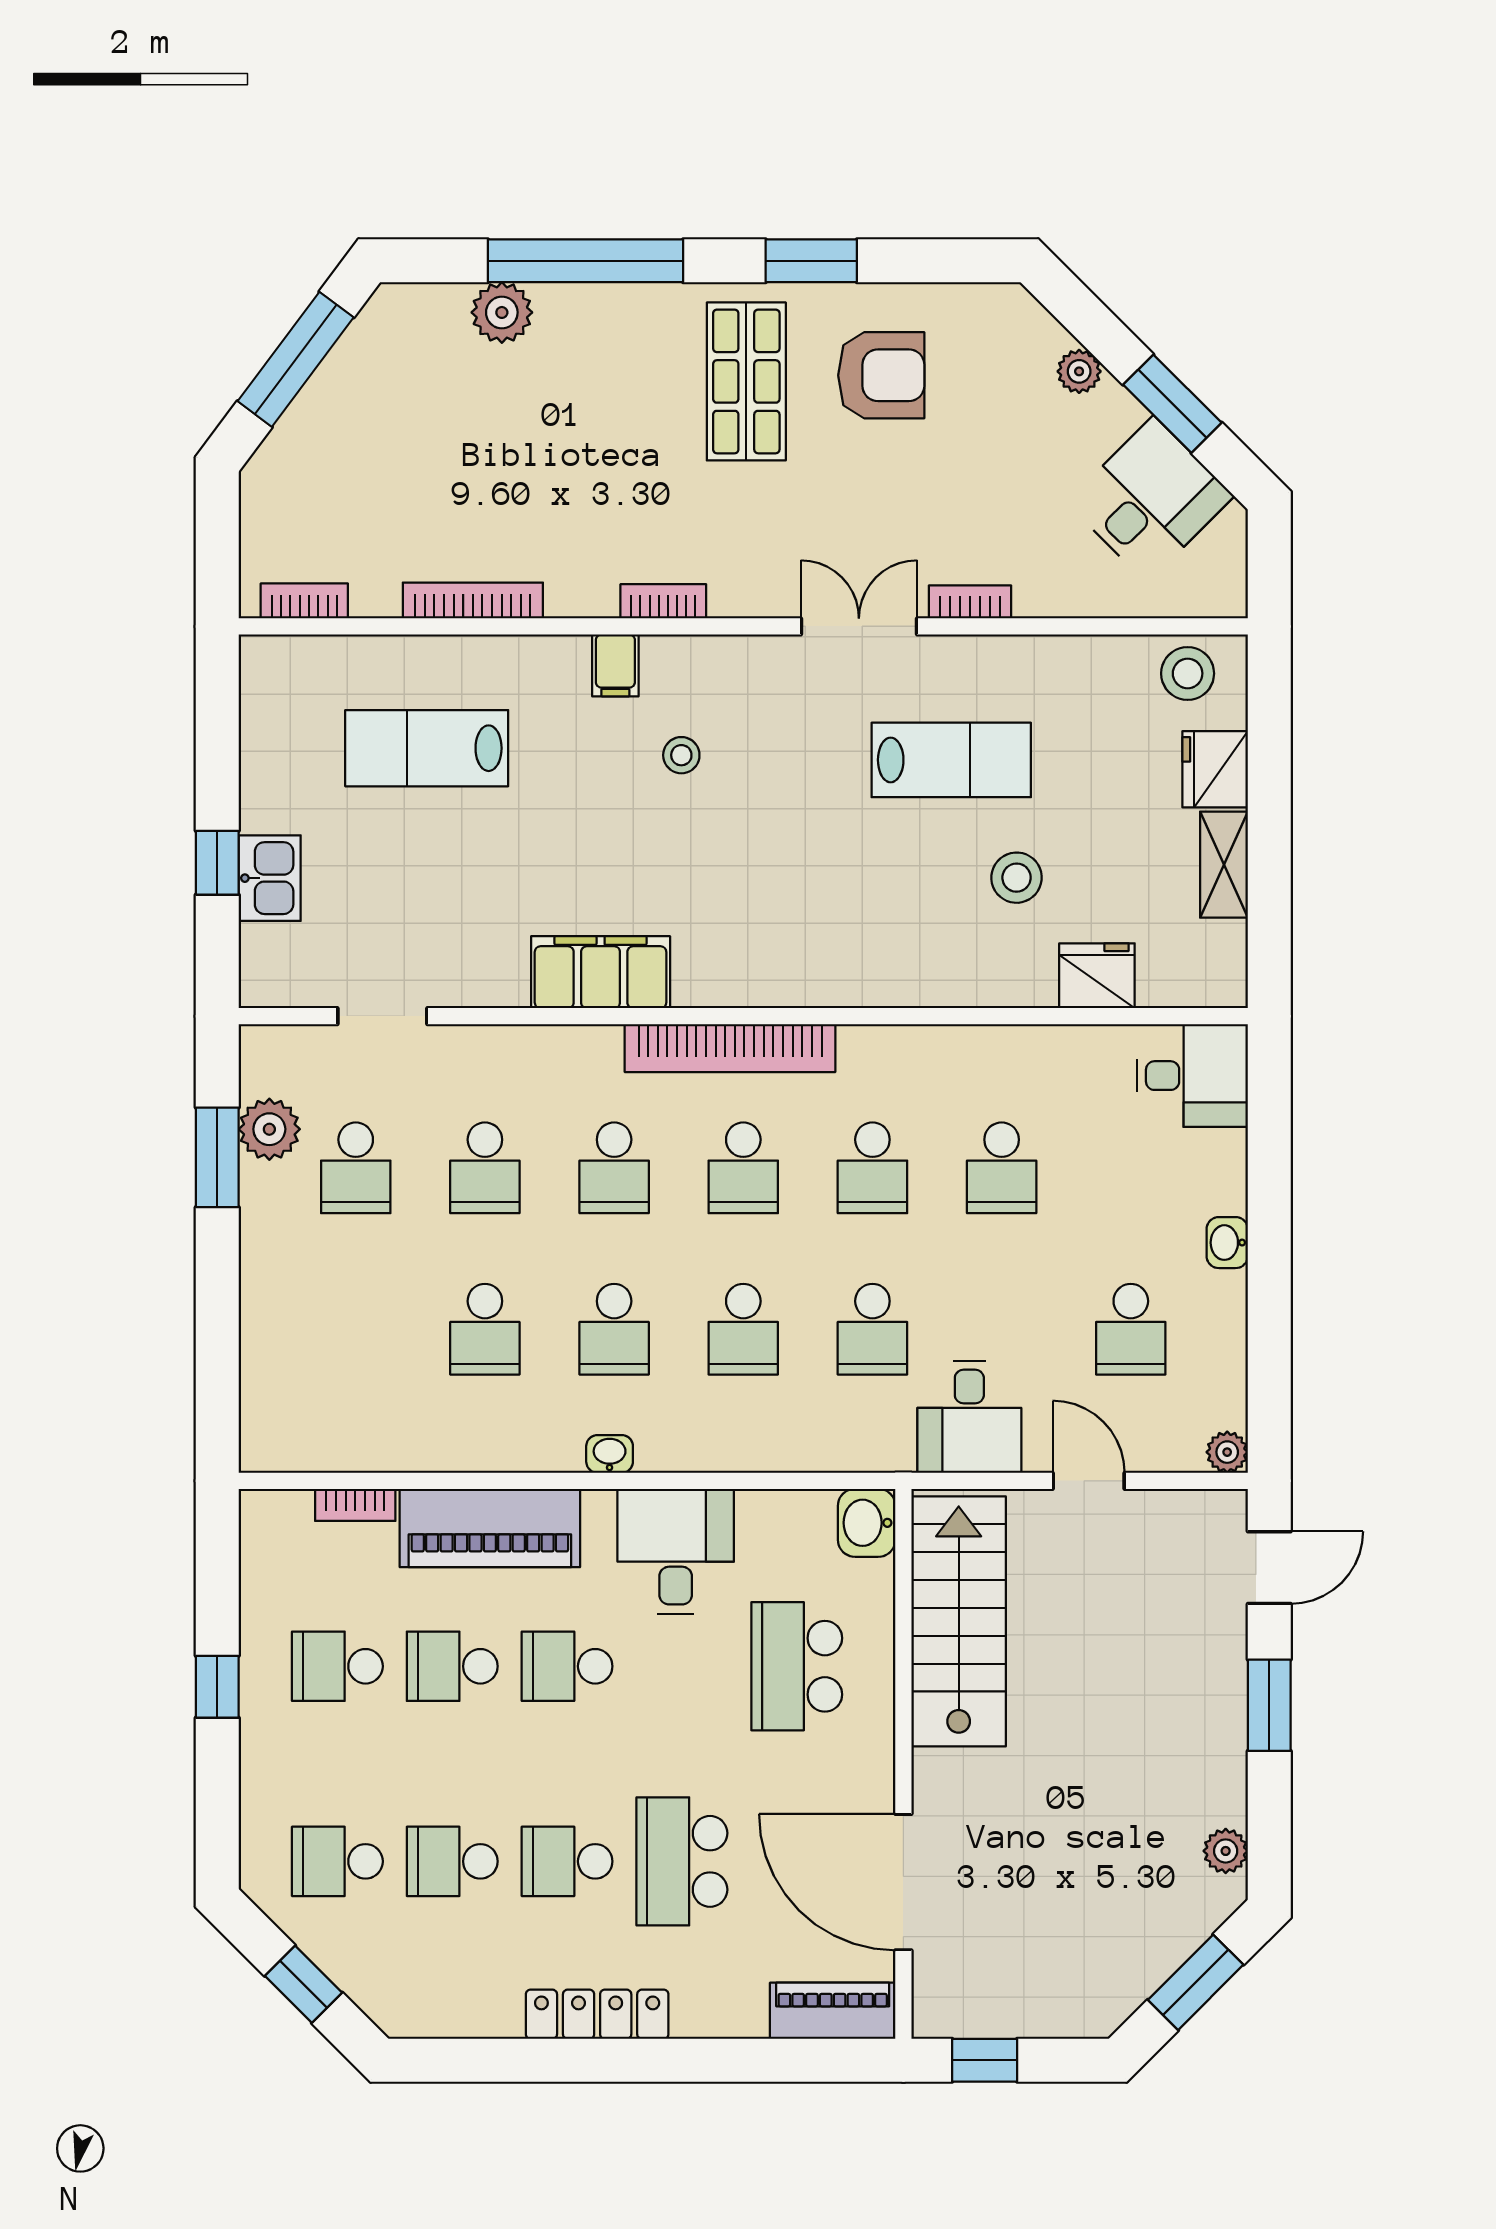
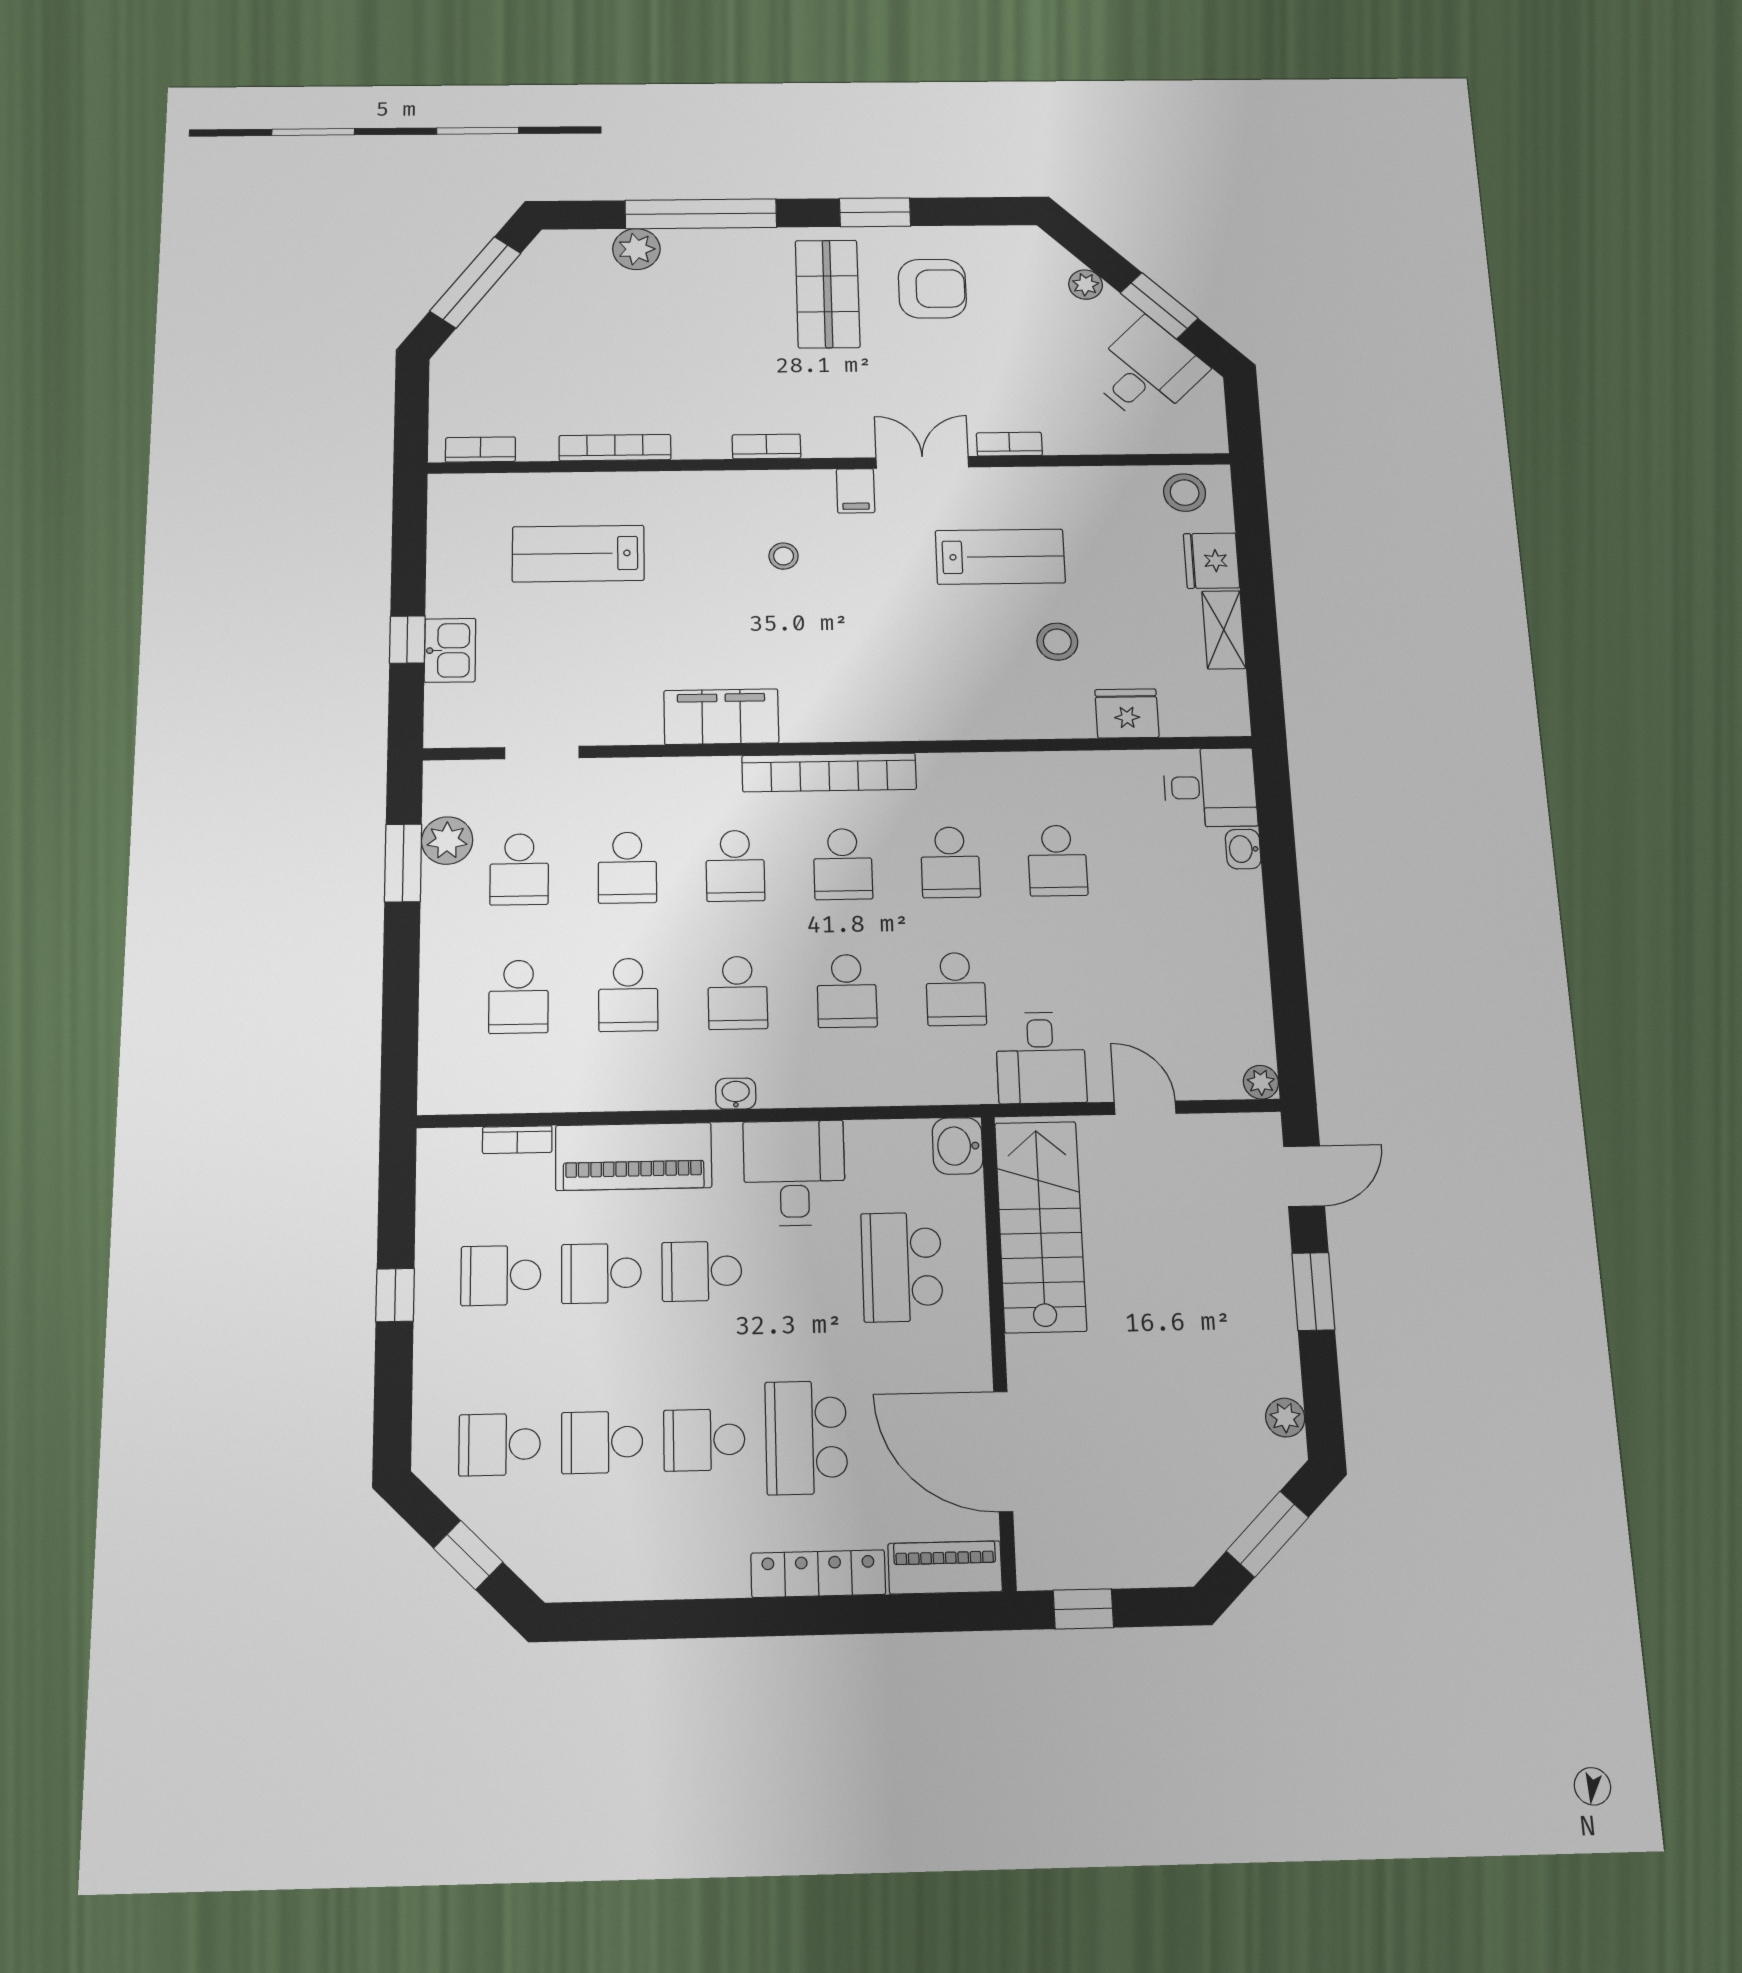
filing cabinet: (615, 665) -> (856, 491), moved
washbasin: (1227, 1243) -> (1243, 849), moved
school desk: (1131, 1329) -> (518, 997), moved
locker: (597, 2014) -> (818, 1574), moved

